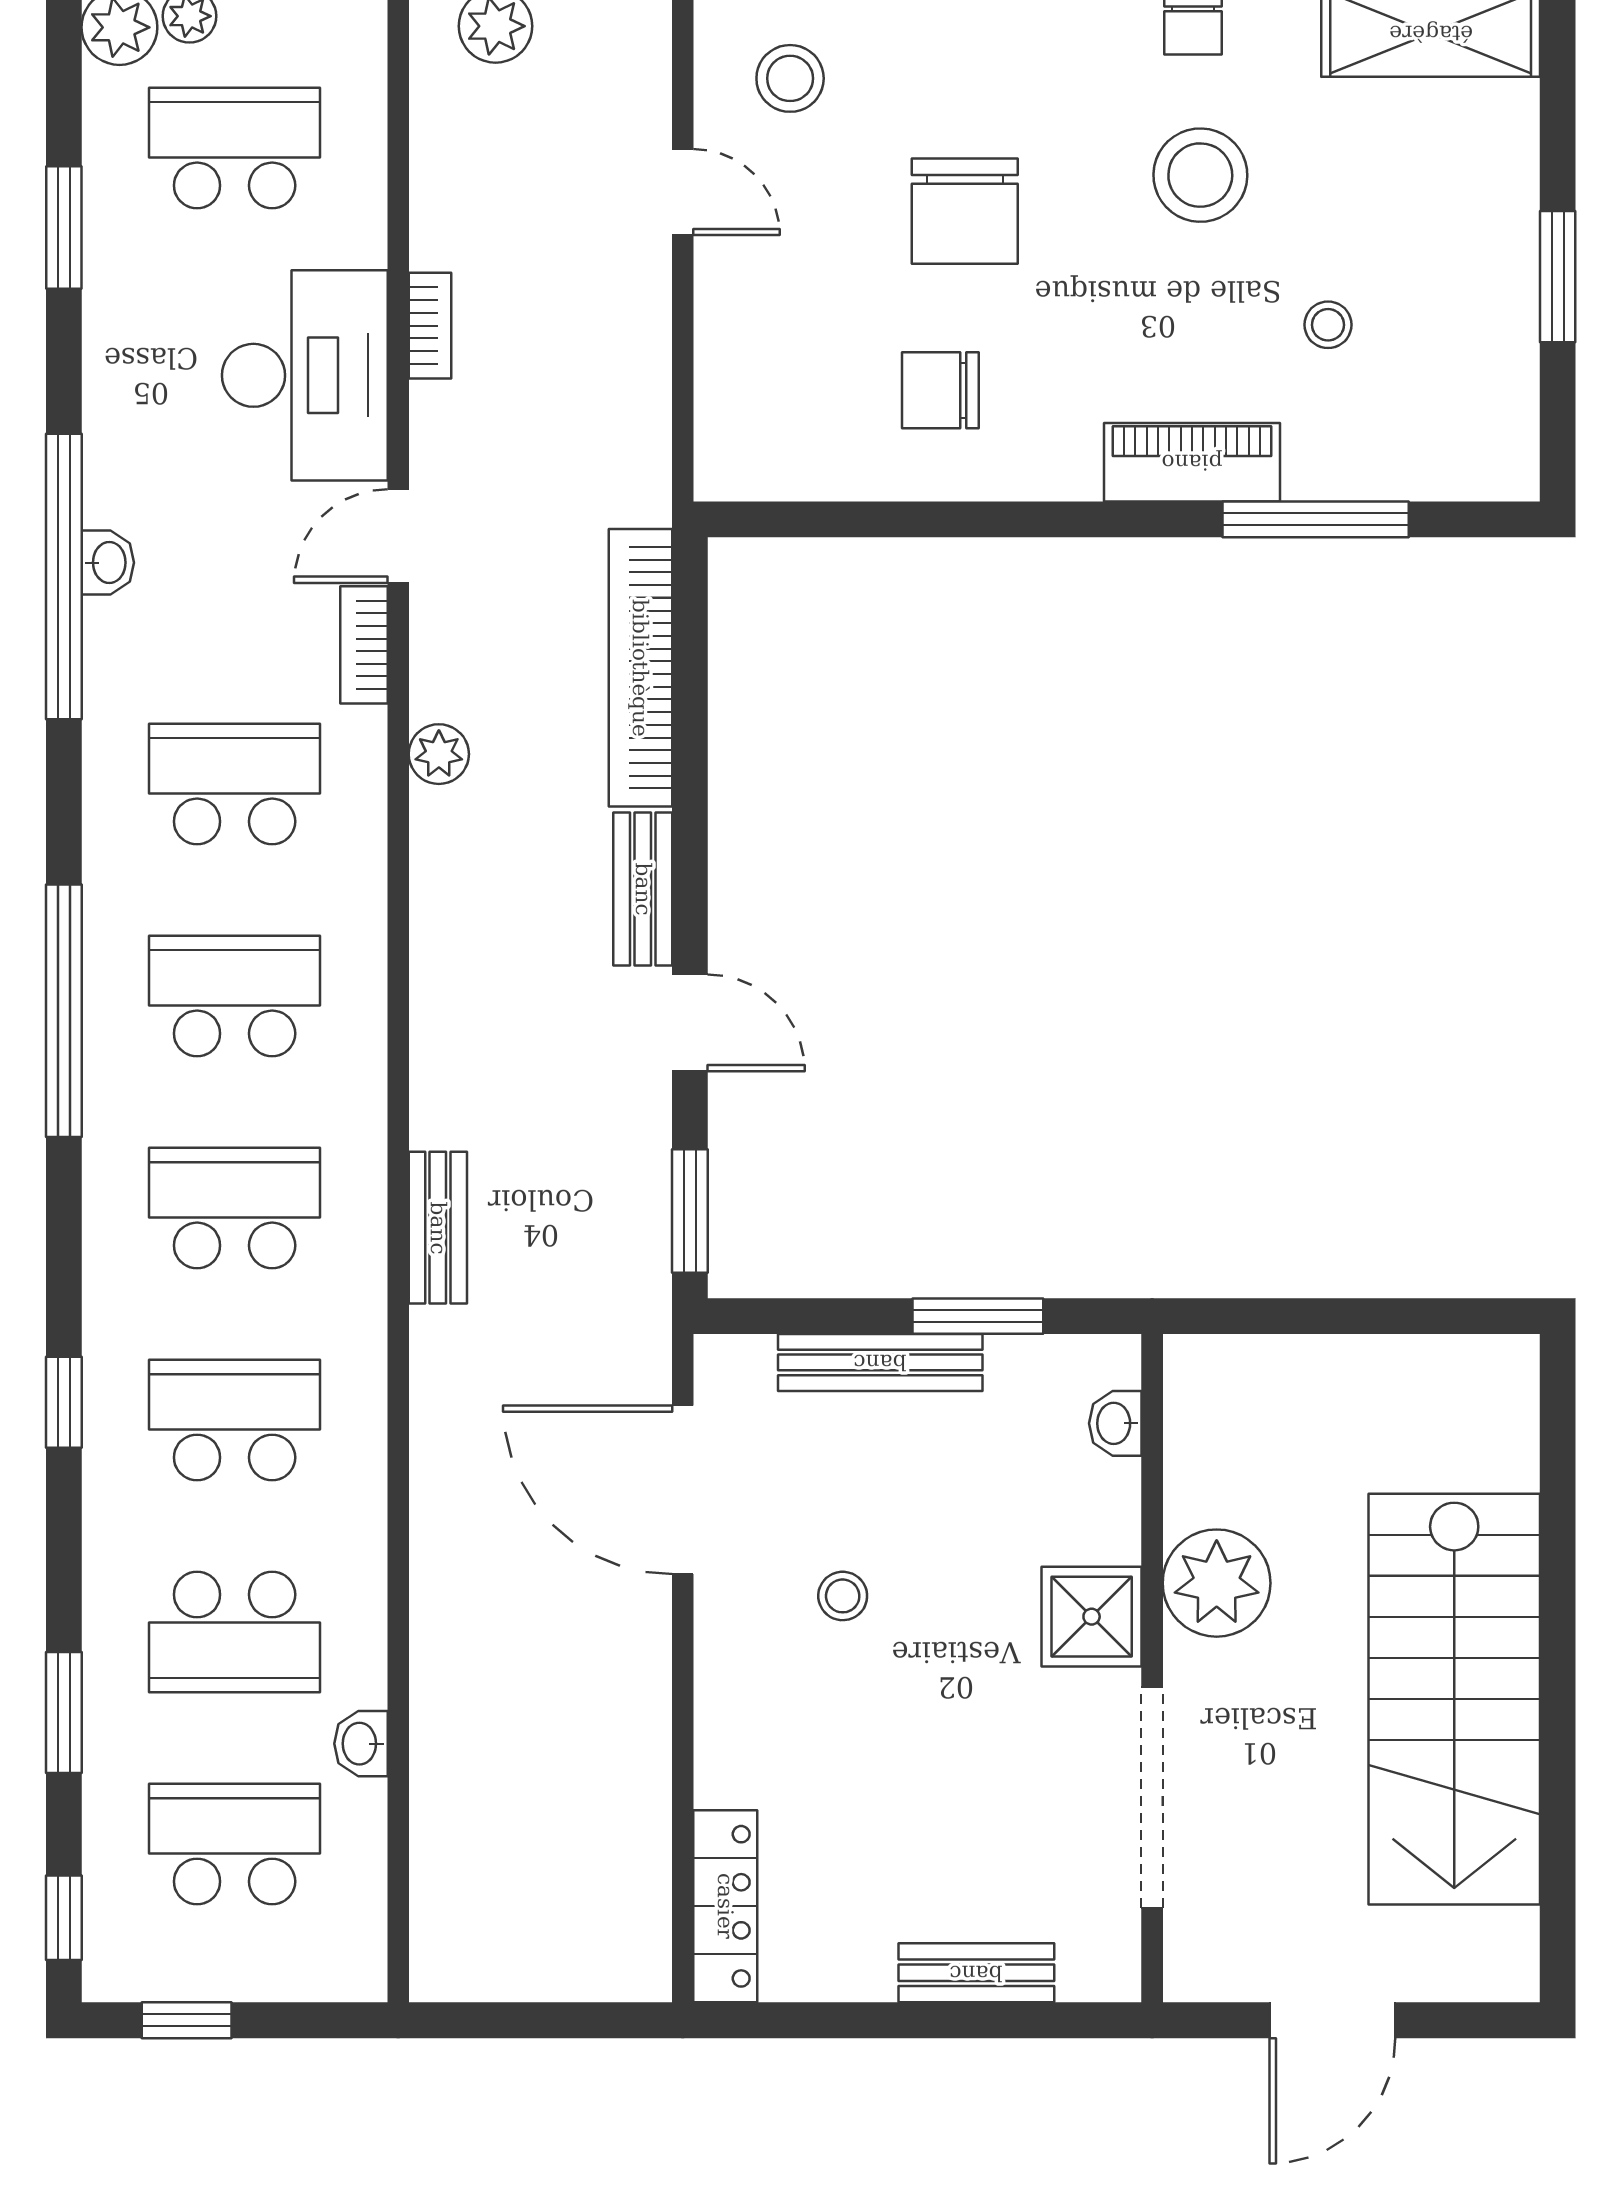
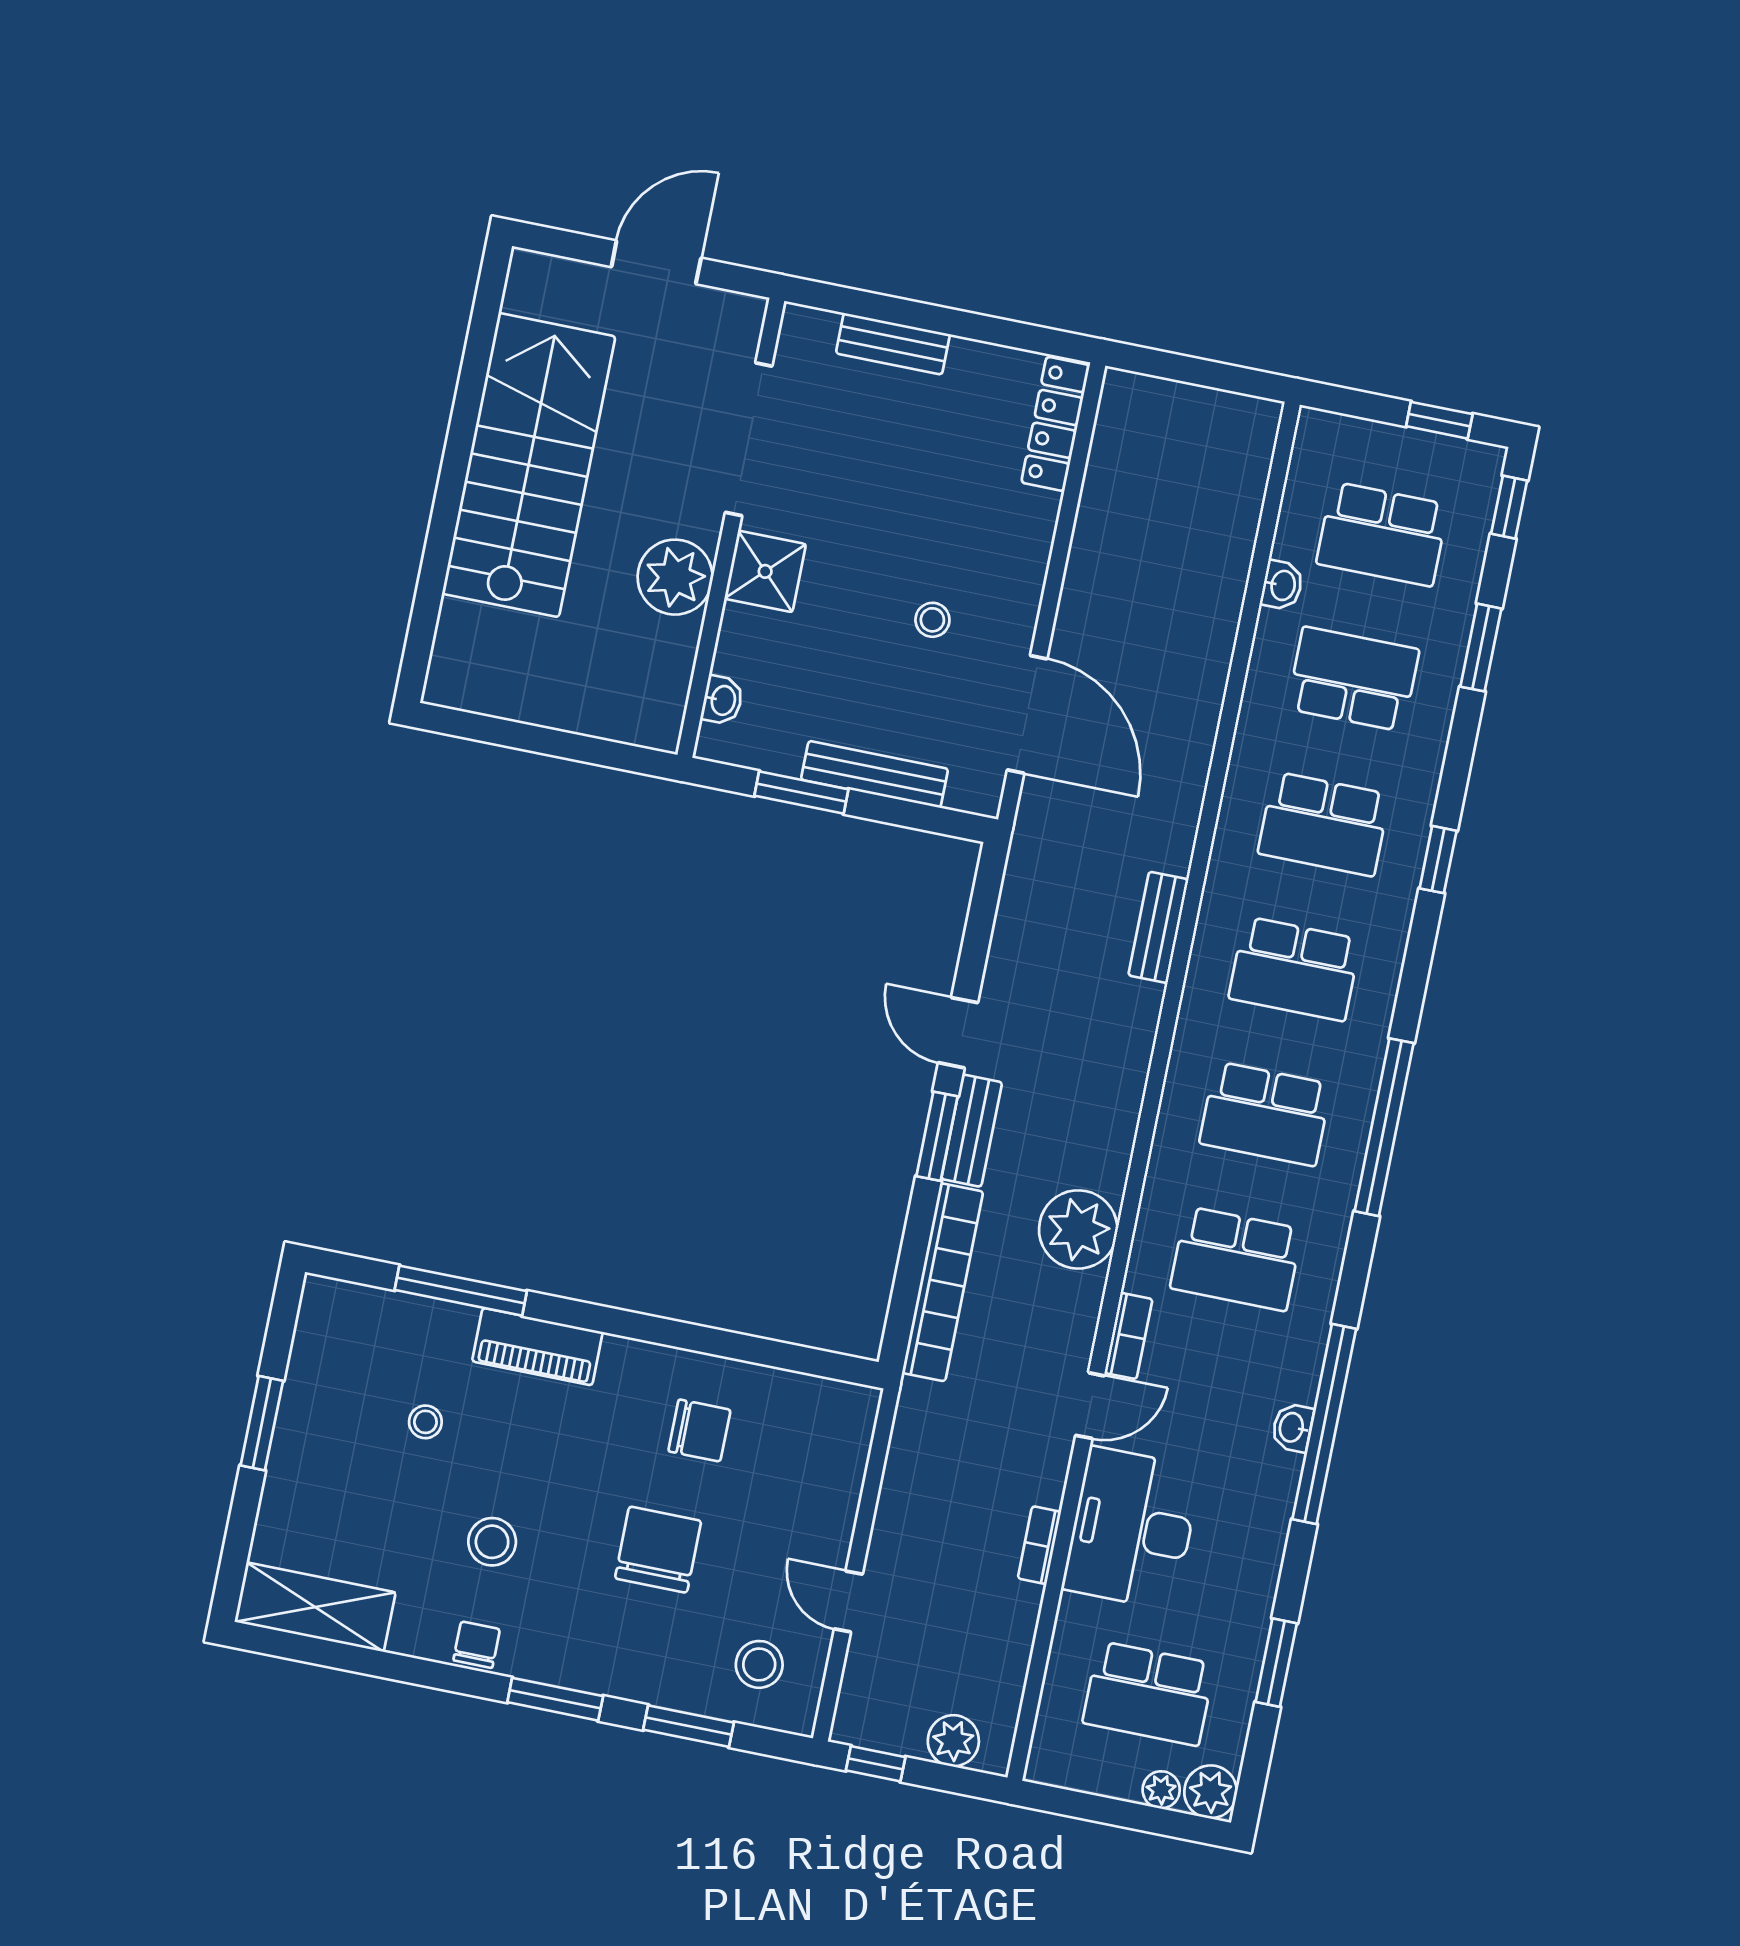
stool: (1200, 175) -> (492, 1542), width x0.73, depth x0.73
plant: (439, 754) -> (1078, 1229), width x1.88, depth x1.88
window: (690, 1211) -> (937, 1136), moved

